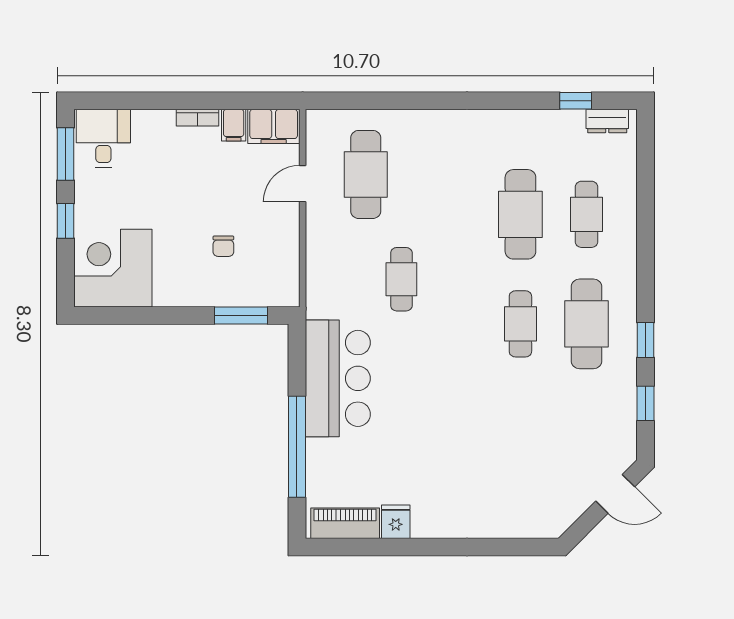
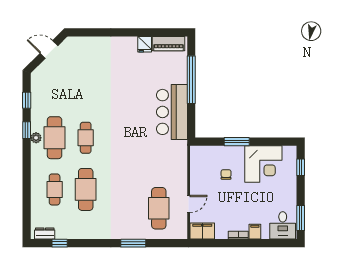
window: (420, 101) -> (133, 243), added
filing cabinet: (234, 125) -> (255, 232), moved
window: (66, 221) -> (301, 167), moved
corner desk: (113, 268) -> (263, 164), moved
cafe table: (401, 279) -> (142, 159), removed
window: (241, 316) -> (237, 142), moved
plant: (626, 324) -> (36, 138), added
door: (615, 494) -> (49, 49), moved

